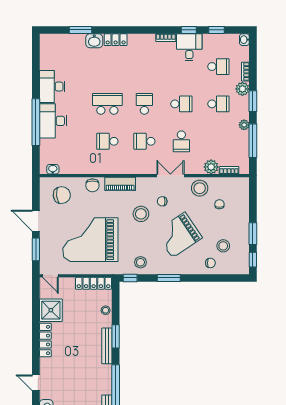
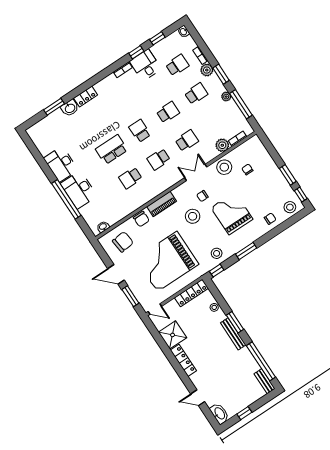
school desk: (181, 141) -> (187, 141), turned -90
grand piano: (179, 235) -> (232, 213), turned 124
stool: (223, 246) -> (290, 207), moved

